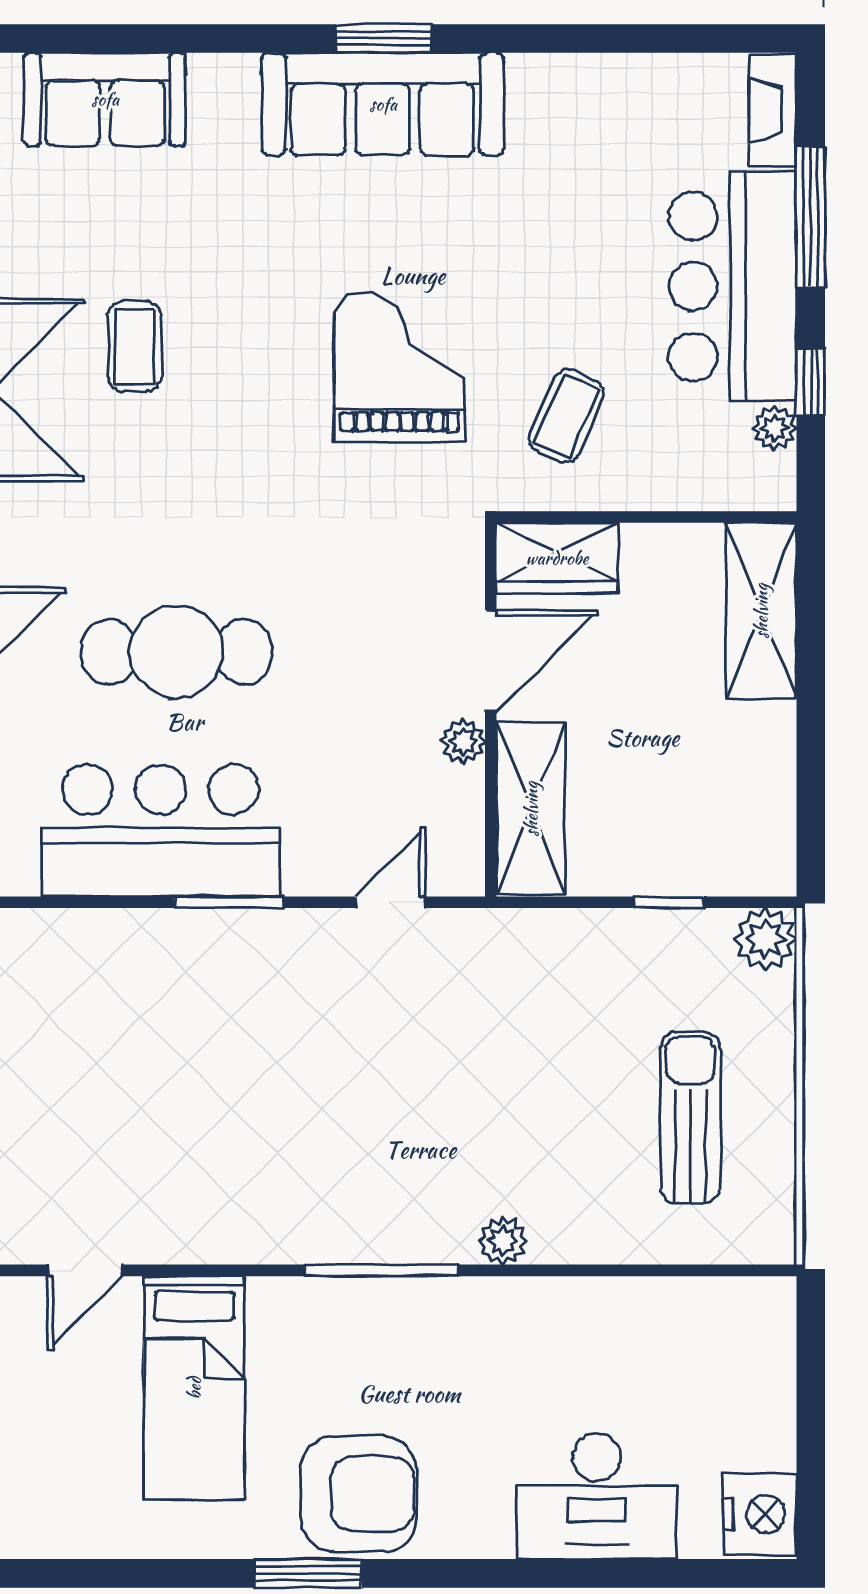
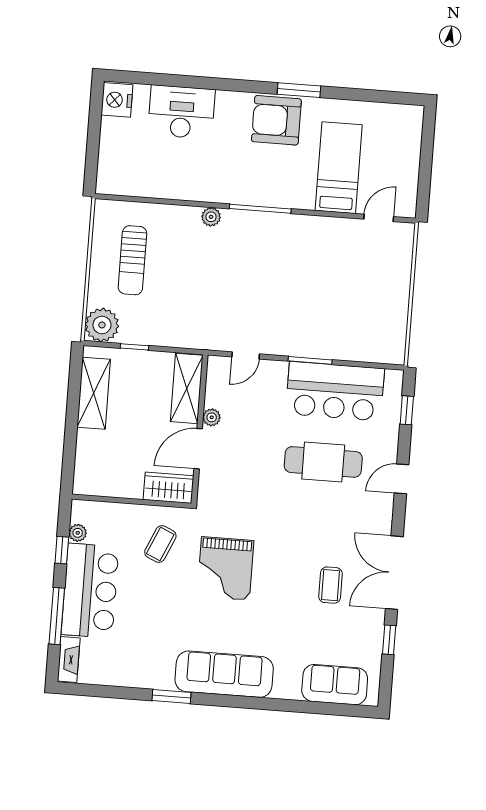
window: (384, 38) -> (171, 696), moved
shelving: (761, 611) -> (94, 393), moved
plant: (765, 939) -> (102, 325), width x1.36, depth x1.36

